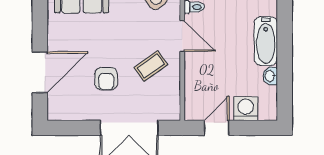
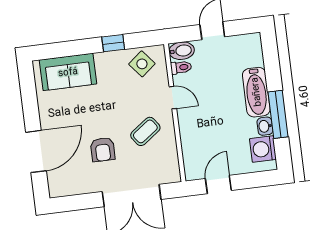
door: (182, 36) -> (173, 98), width x0.73
window: (285, 66) -> (278, 114), added
washing machine: (246, 109) -> (263, 149), moved, turned -90

